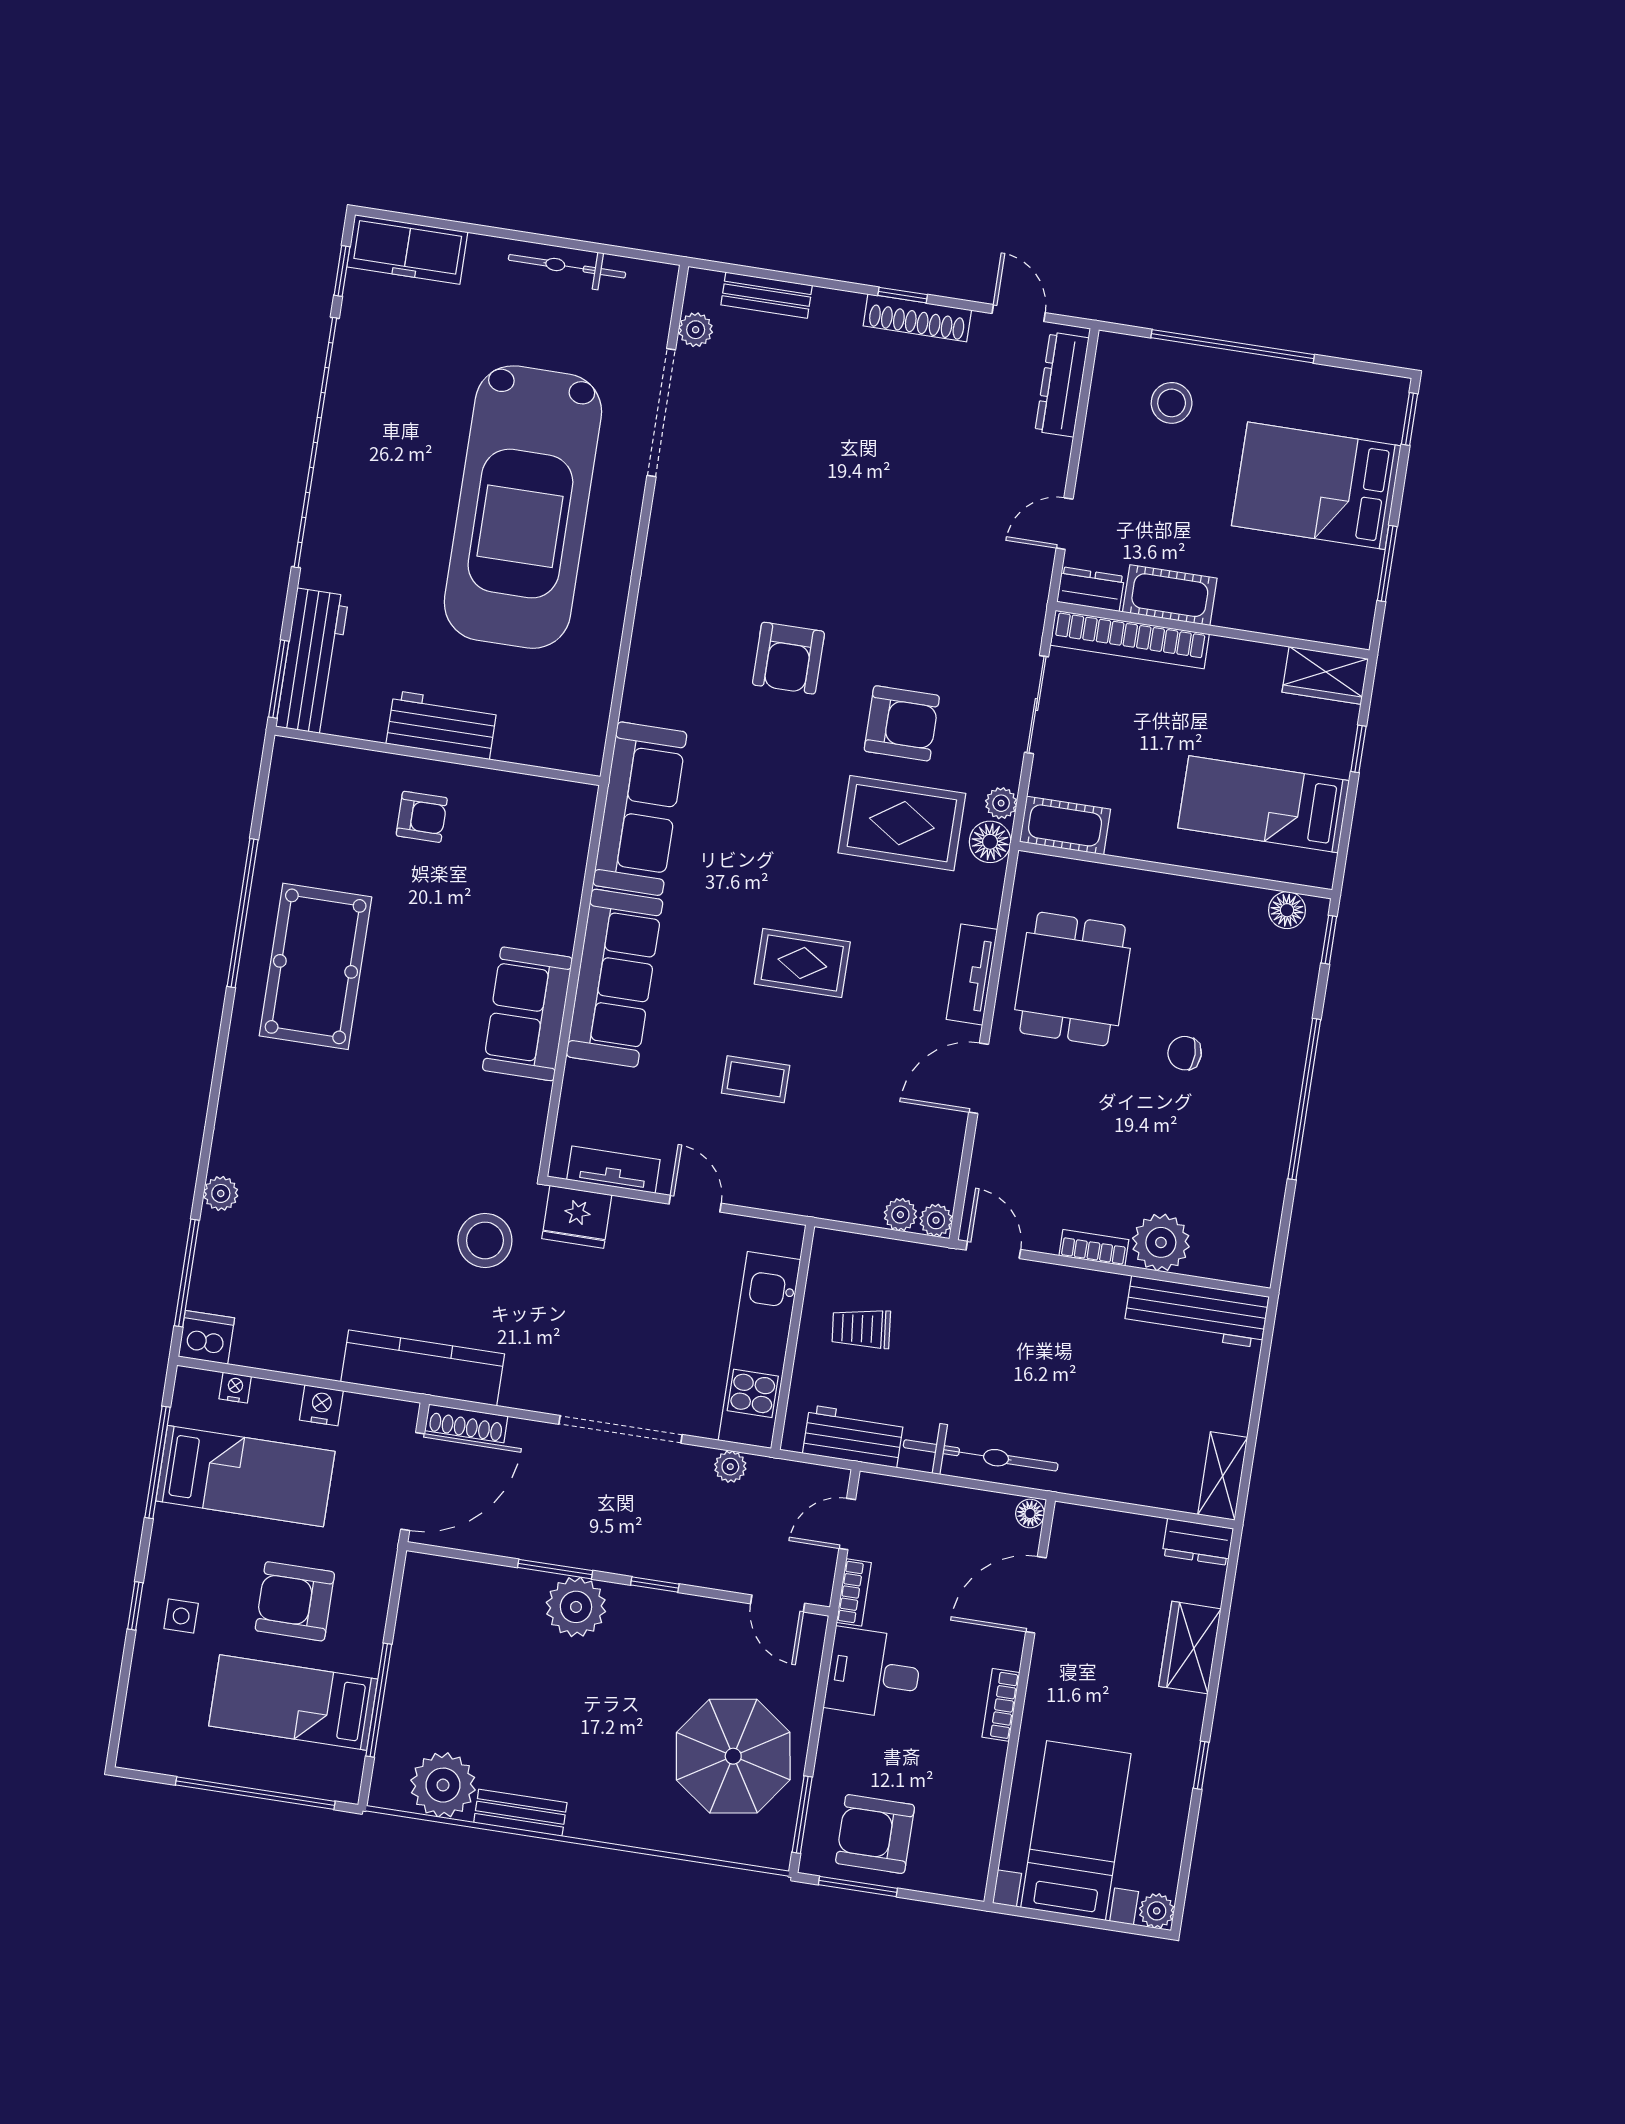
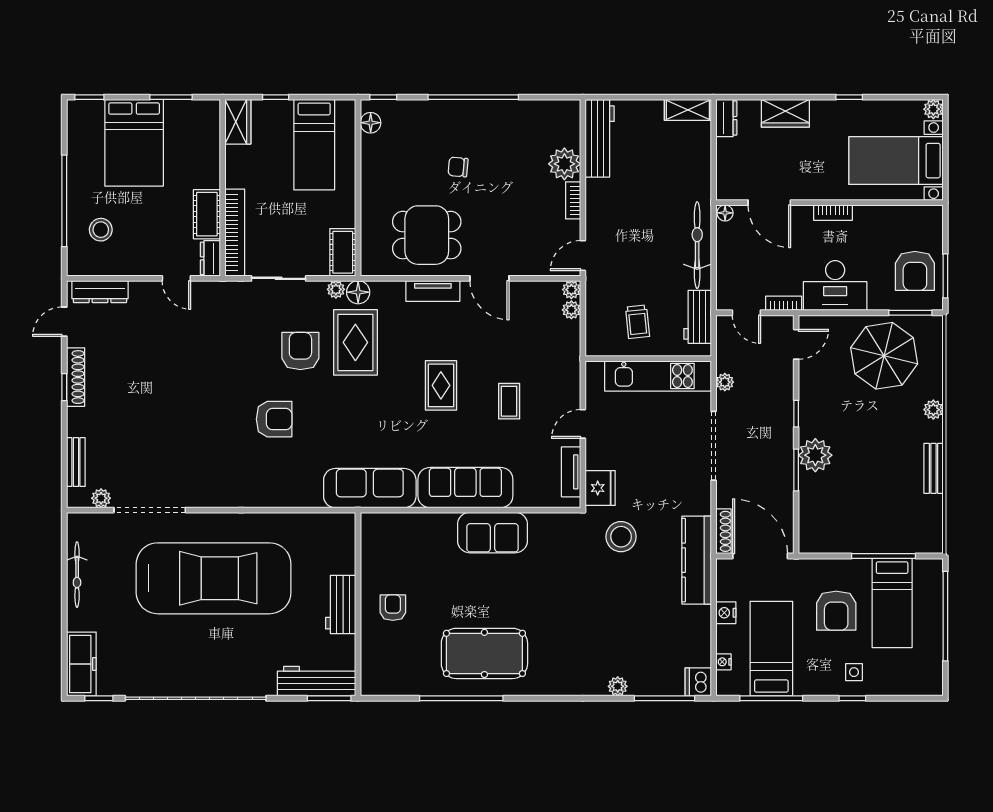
chair: (1185, 1053) -> (458, 167), turned 95
desk: (873, 1673) -> (835, 286), width x1.37
plant: (443, 1785) -> (933, 410), moved, width x0.53, depth x0.53

